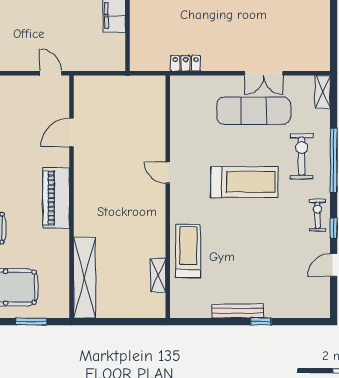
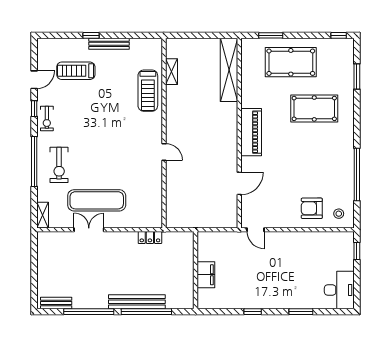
treadmill: (244, 182) -> (76, 71), moved, width x0.73, depth x0.73

